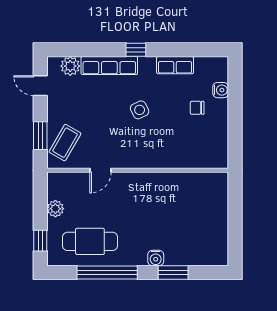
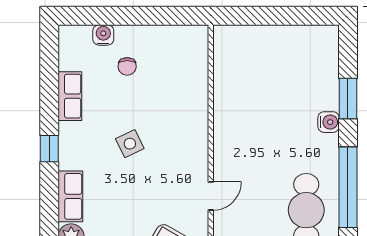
row of seats: (109, 65) -> (70, 196), width x0.68
door: (101, 170) -> (211, 196), hinge flipped

